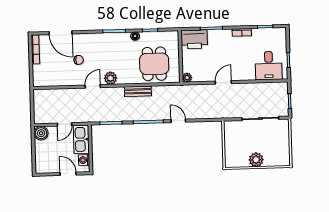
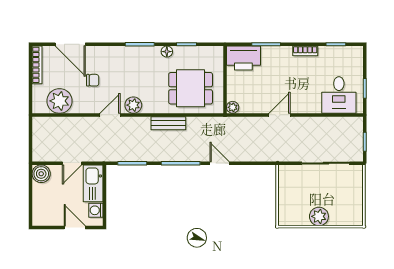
dining table: (154, 64) -> (191, 88), turned 90
plant: (53, 77) -> (60, 101), added

